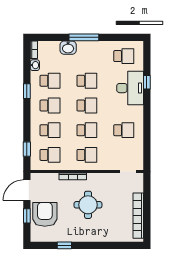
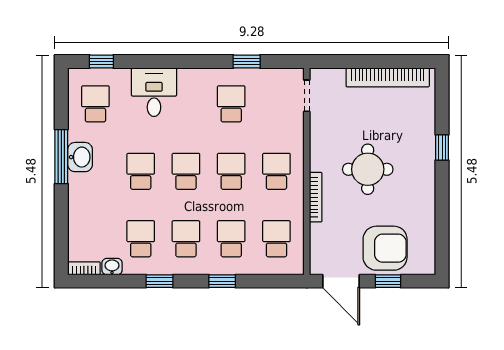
window: (84, 37) -> (61, 157), moved
washbasin: (68, 48) -> (80, 157), moved
window: (147, 82) -> (101, 61), moved
desk: (130, 88) -> (154, 92), width x0.73
window: (147, 139) -> (247, 61), added
window: (27, 149) -> (222, 281), moved
armchair: (45, 214) -> (385, 248), turned 180
window: (64, 245) -> (442, 148), moved

